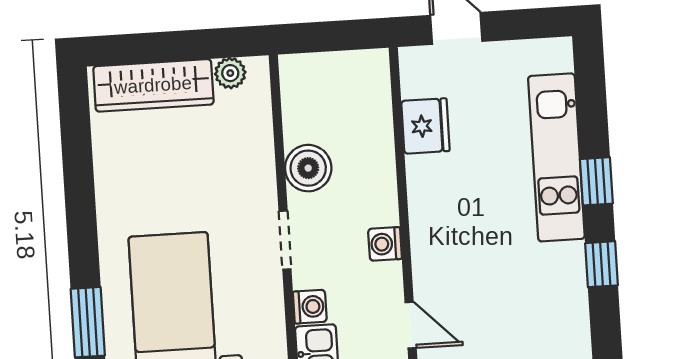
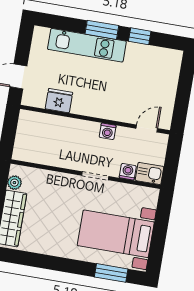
boiler: (308, 168) -> (65, 158), removed
window: (596, 181) -> (102, 30), width x1.50

